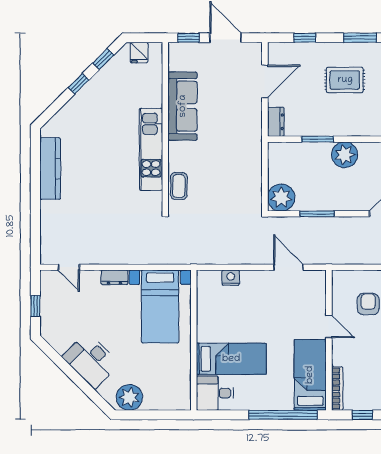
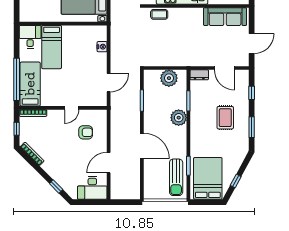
window: (188, 38) -> (252, 20), removed
sofa: (183, 106) -> (225, 17), moved
plant: (281, 198) -> (169, 78), moved
bed: (310, 375) -> (30, 84), moved, turned -90

